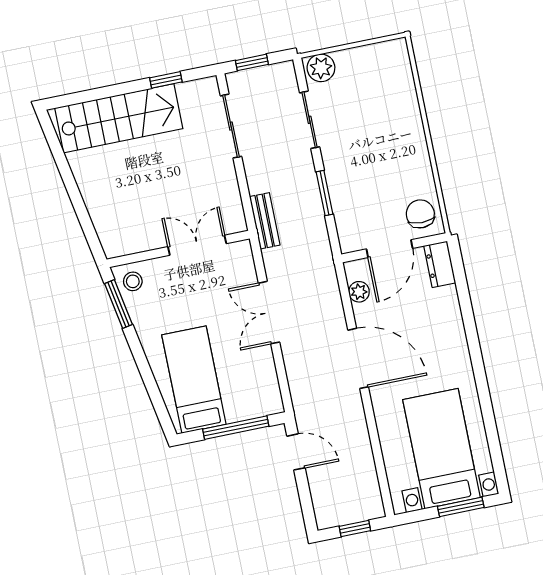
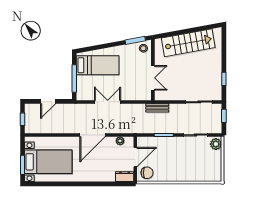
stairs: (119, 118) -> (188, 43), moved, turned -100
door: (389, 249) -> (135, 157), swing flipped
double door: (269, 313) -> (108, 102), moved
door: (296, 452) -> (48, 101), moved

